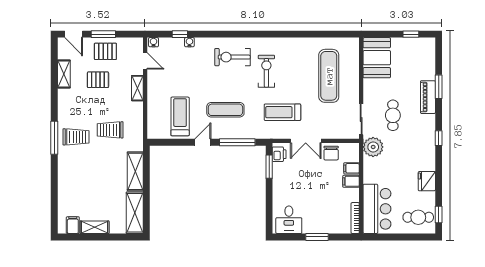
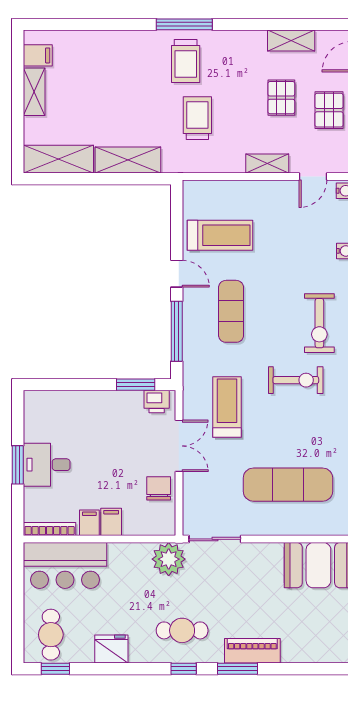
exercise bike: (232, 57) -> (319, 323), turned 180
window: (439, 87) -> (238, 669), moved
cafe table: (393, 115) -> (182, 630), moved
double door: (306, 141) -> (179, 446), swing flipped
chair: (331, 153) -> (159, 488), turned 90
filing cabinet: (352, 168) -> (89, 523), moved
desk: (289, 220) -> (47, 465), moved

